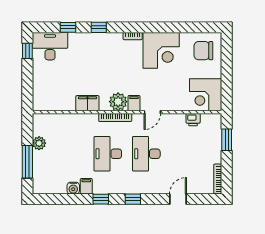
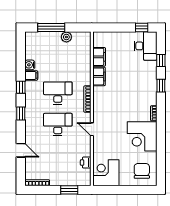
plant: (118, 102) -> (100, 101), removed
filing cabinet: (134, 103) -> (99, 57), moved, width x2.00

